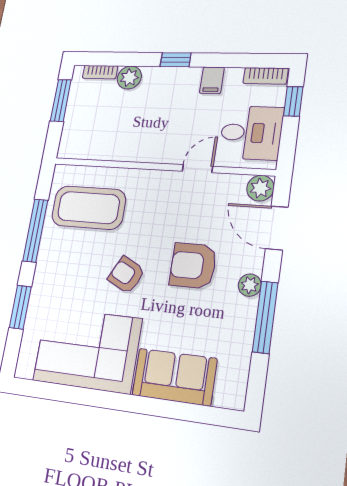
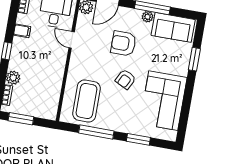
armchair: (193, 266) -> (124, 43), turned 90
plant: (250, 285) -> (147, 17), moved
sofa: (174, 377) -> (173, 27), moved, turned -90
window: (165, 409) -> (194, 59), added

